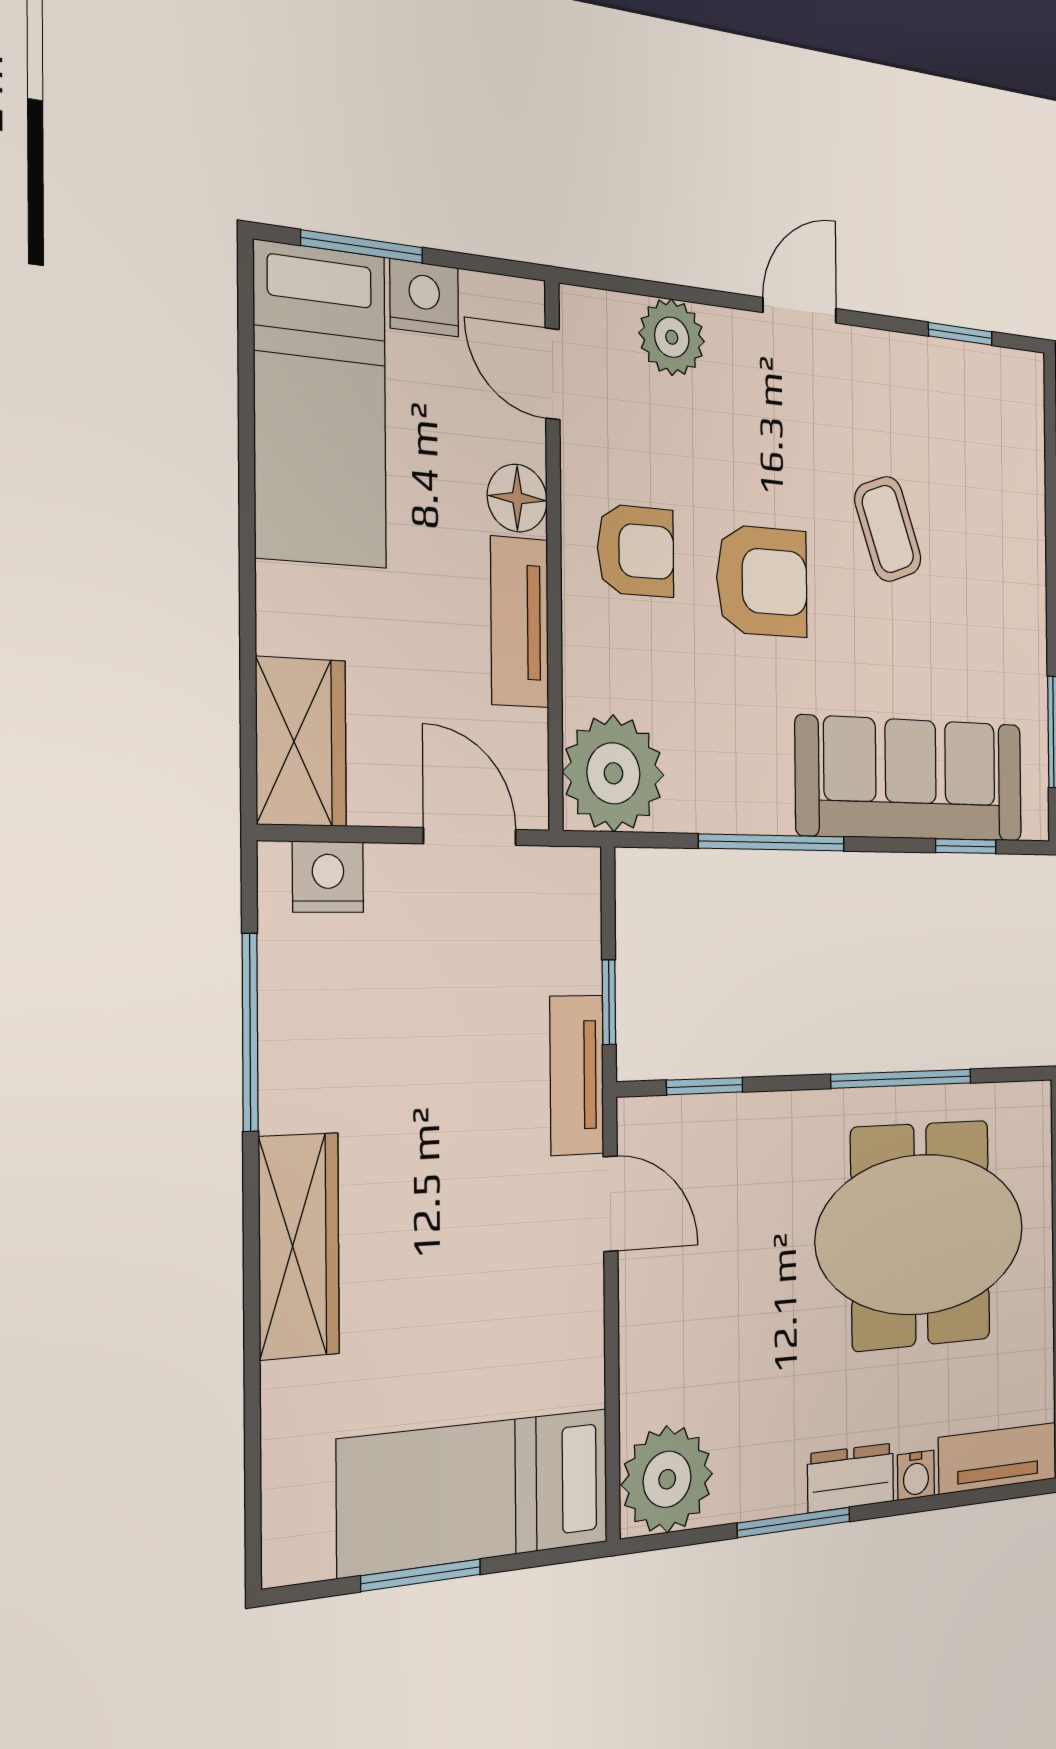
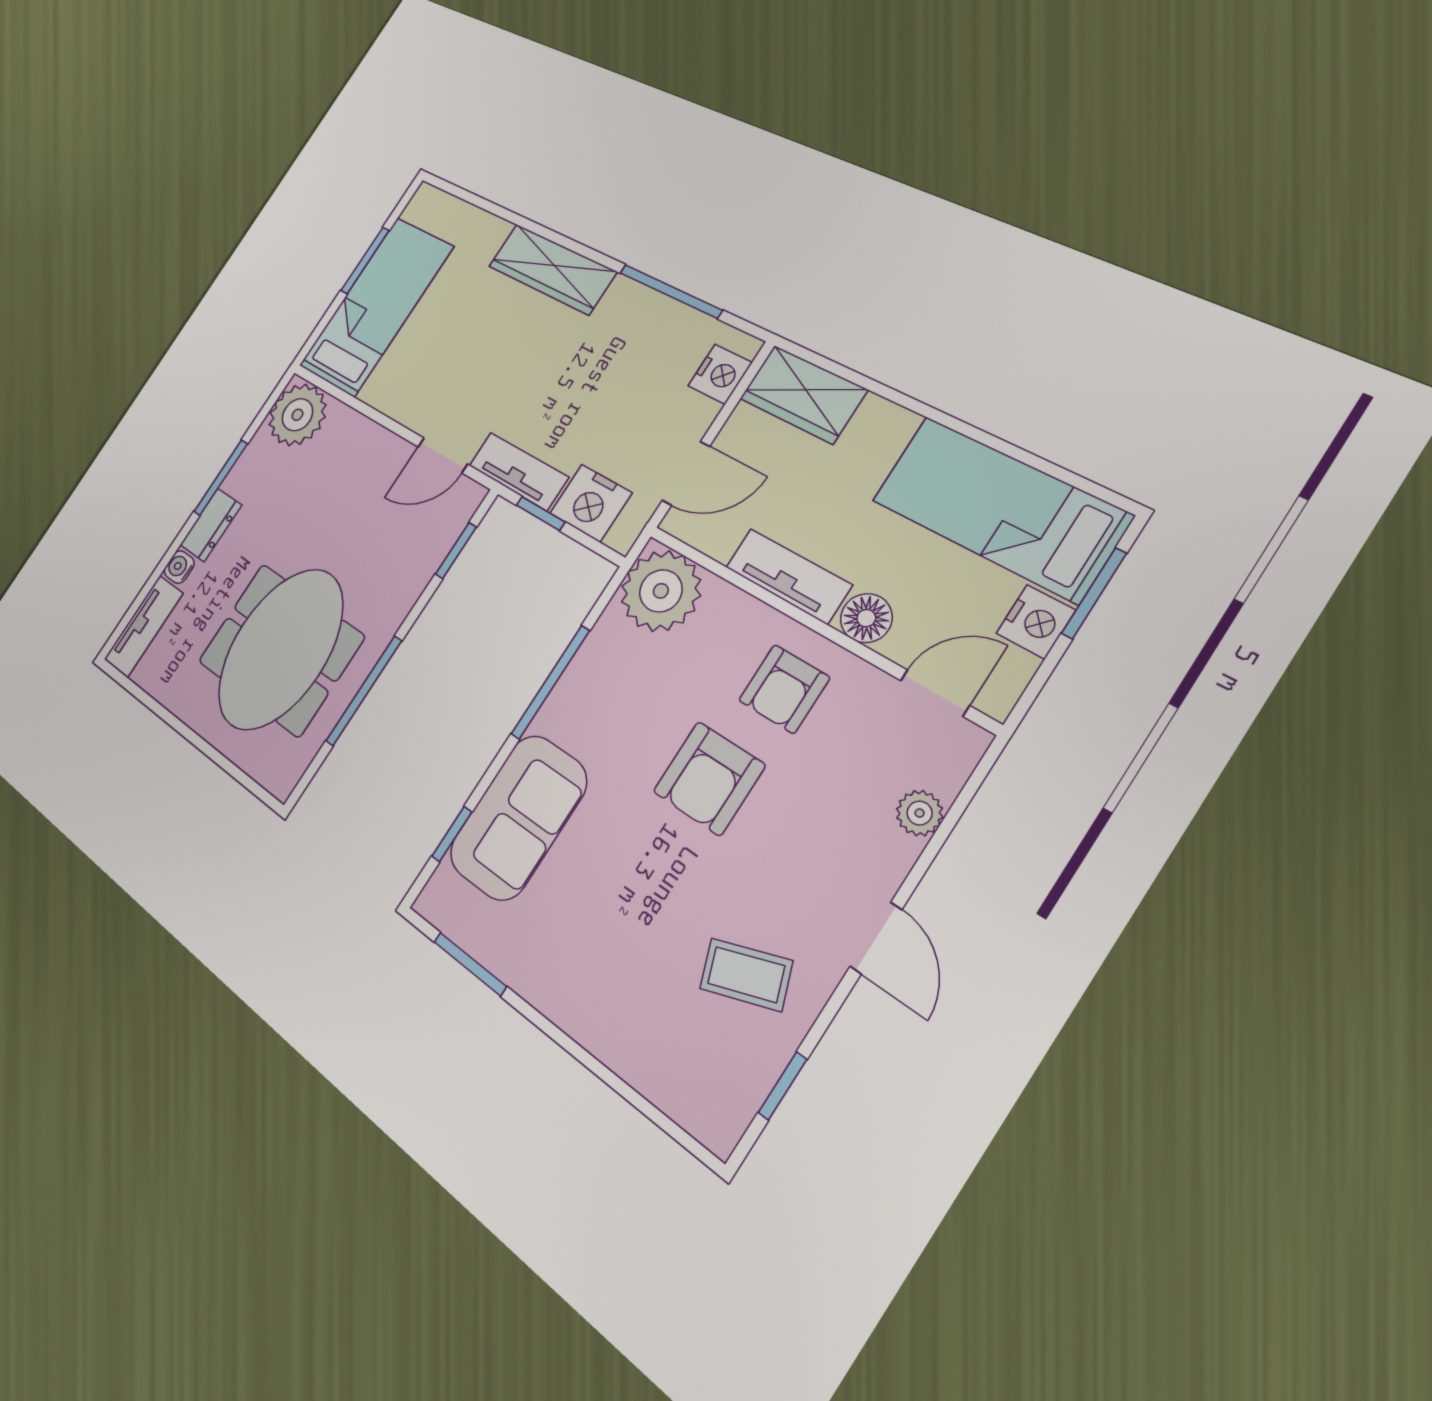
plant: (672, 337) -> (920, 813), width x0.73, depth x0.73
coffee table: (888, 529) -> (746, 975), moved
sofa: (911, 779) -> (518, 817), width x0.73
nightstand: (565, 942) -> (591, 503), added

